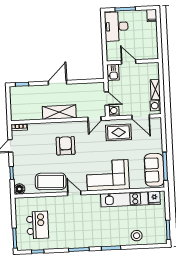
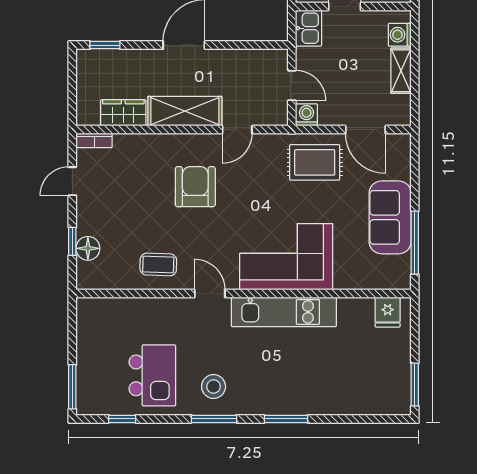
washing machine: (156, 106) -> (400, 35), moved
wardrobe: (32, 114) -> (123, 113), added
door: (94, 119) -> (237, 130), moved
sofa: (154, 170) -> (390, 217), moved
coffee table: (51, 181) -> (158, 264), width x0.54, depth x0.58
floor lamp: (19, 189) -> (88, 248), moved
kitchen unit: (124, 199) -> (284, 312), moved
kitchen island: (38, 225) -> (152, 375), moved
stool: (137, 236) -> (214, 387), moved

